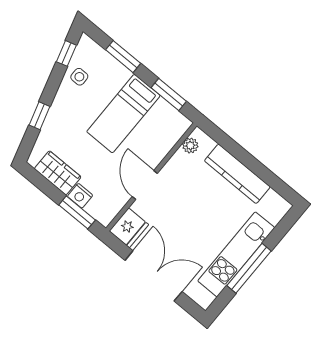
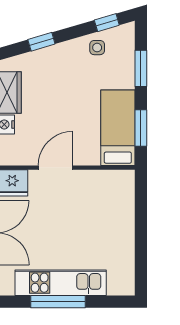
bed: (123, 114) -> (118, 128), moved, turned 90
plant: (190, 146) -> (115, 177), removed
kitchen counter: (237, 174) -> (124, 232), removed

